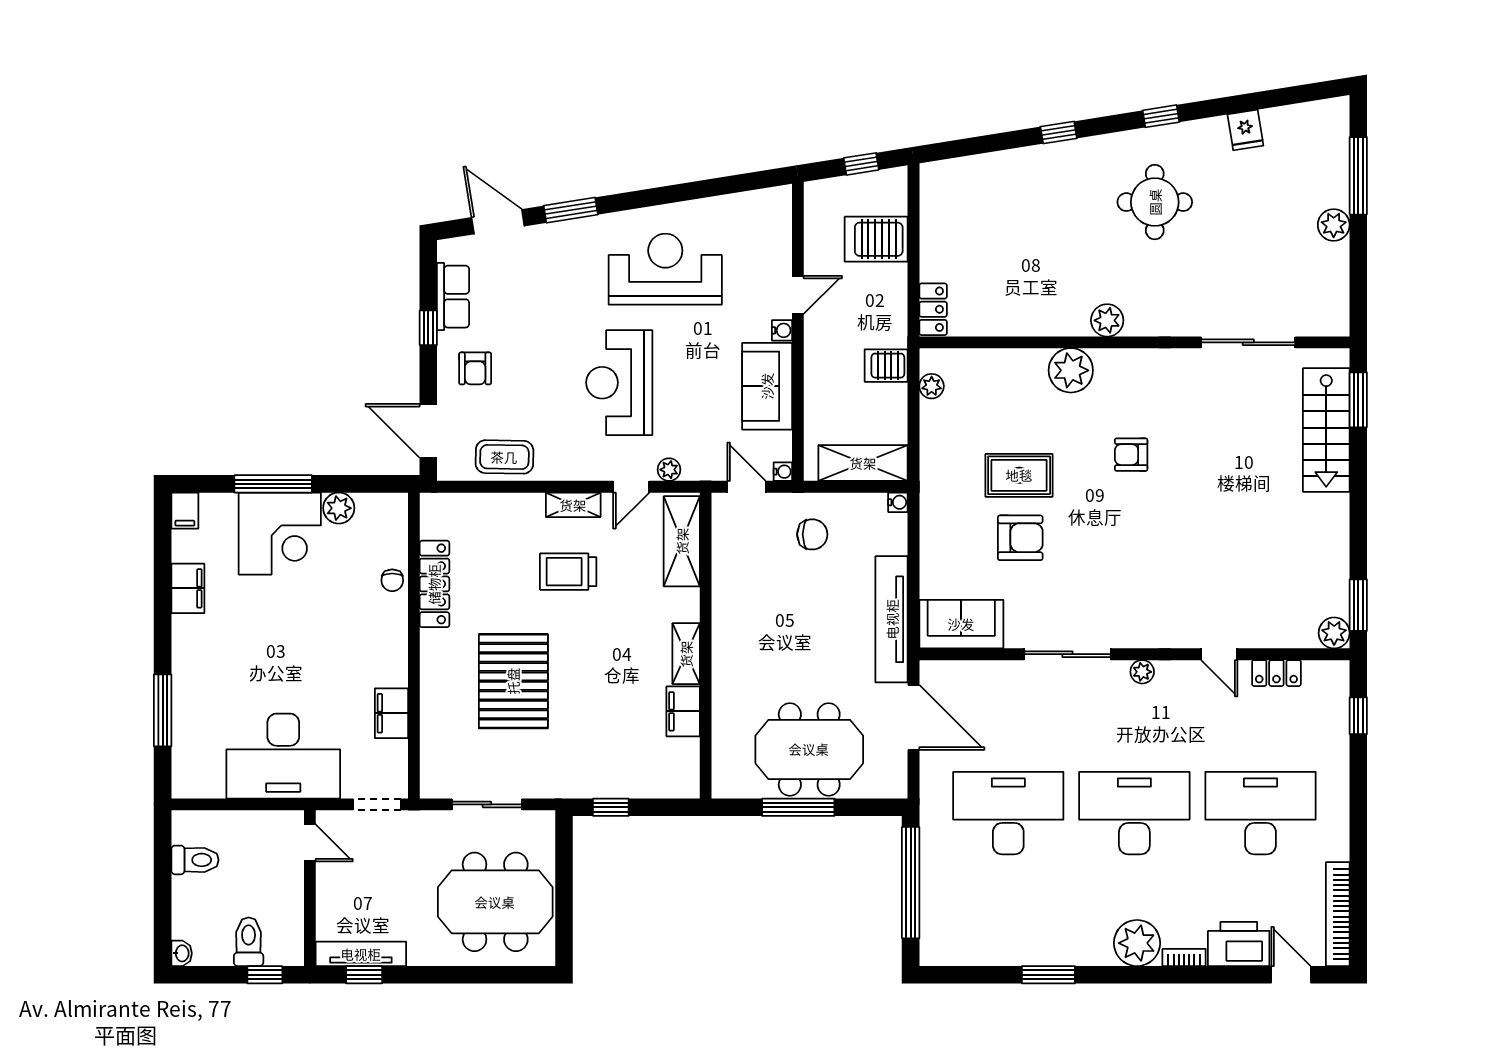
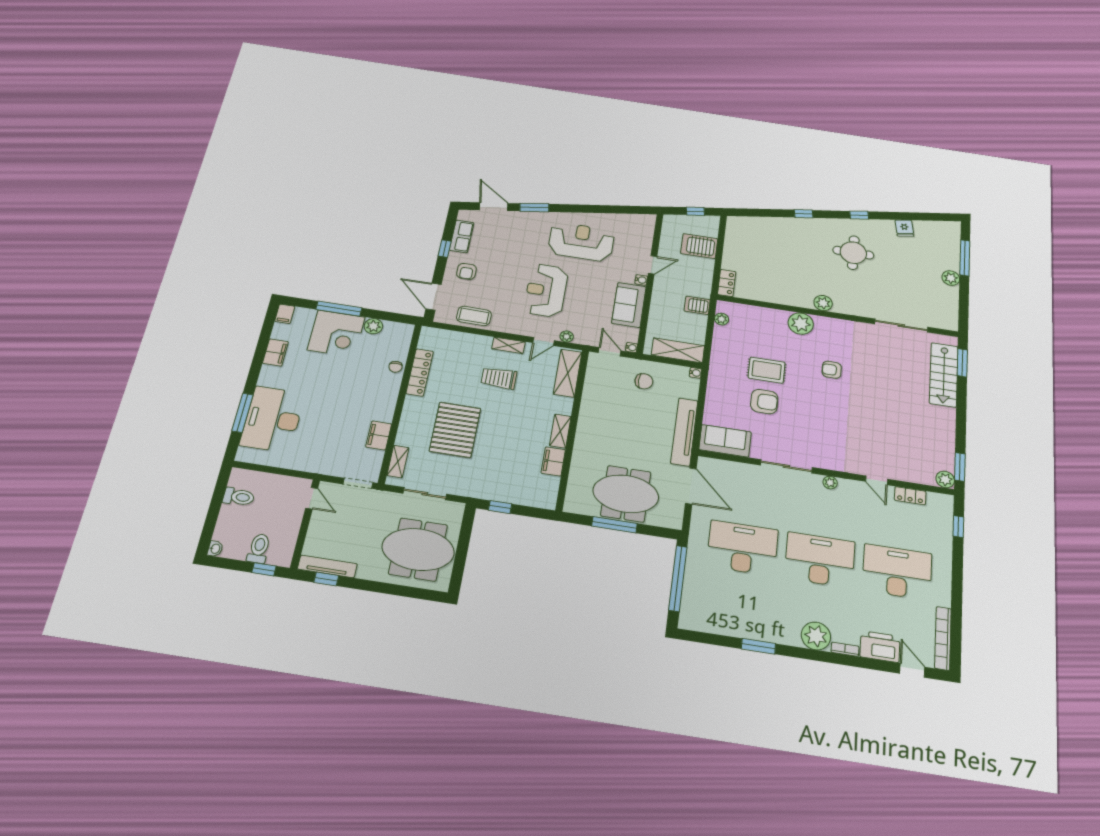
shelving: (432, 755) -> (398, 462), added
desk: (283, 756) -> (273, 419), moved, turned 90

